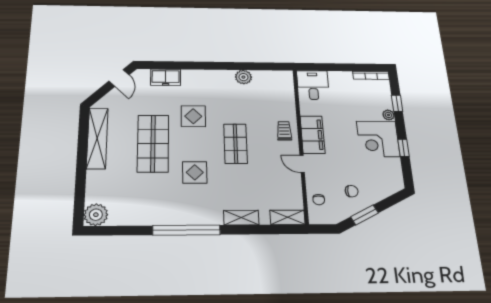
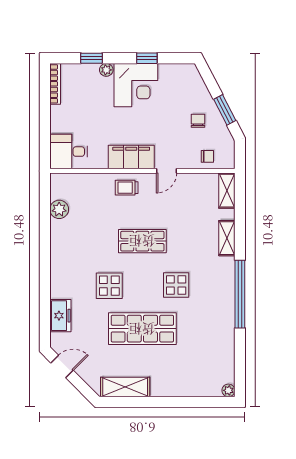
plant: (243, 77) -> (59, 209), moved
shelving: (97, 138) -> (125, 387), width x0.68
plant: (96, 215) -> (228, 390), width x0.53, depth x0.53

